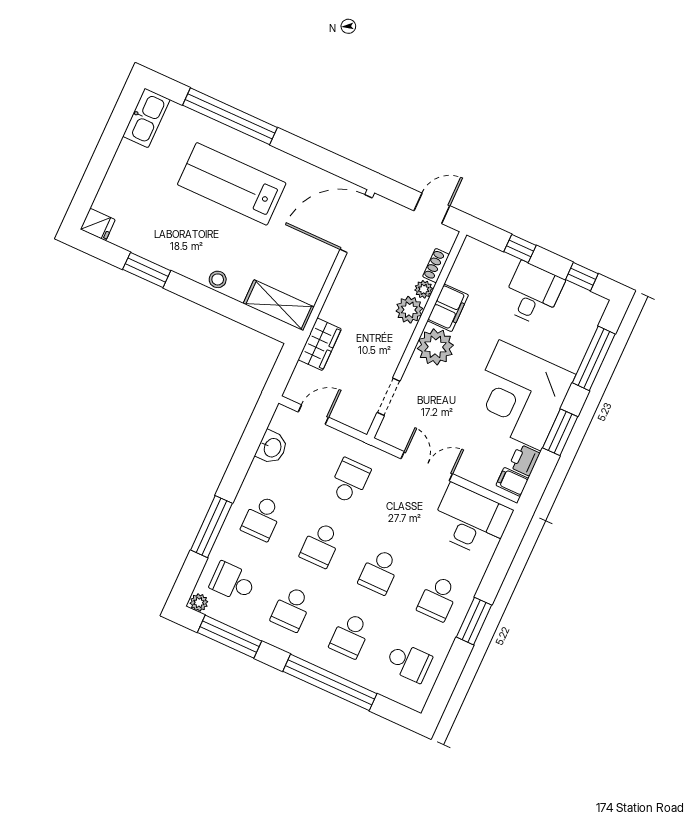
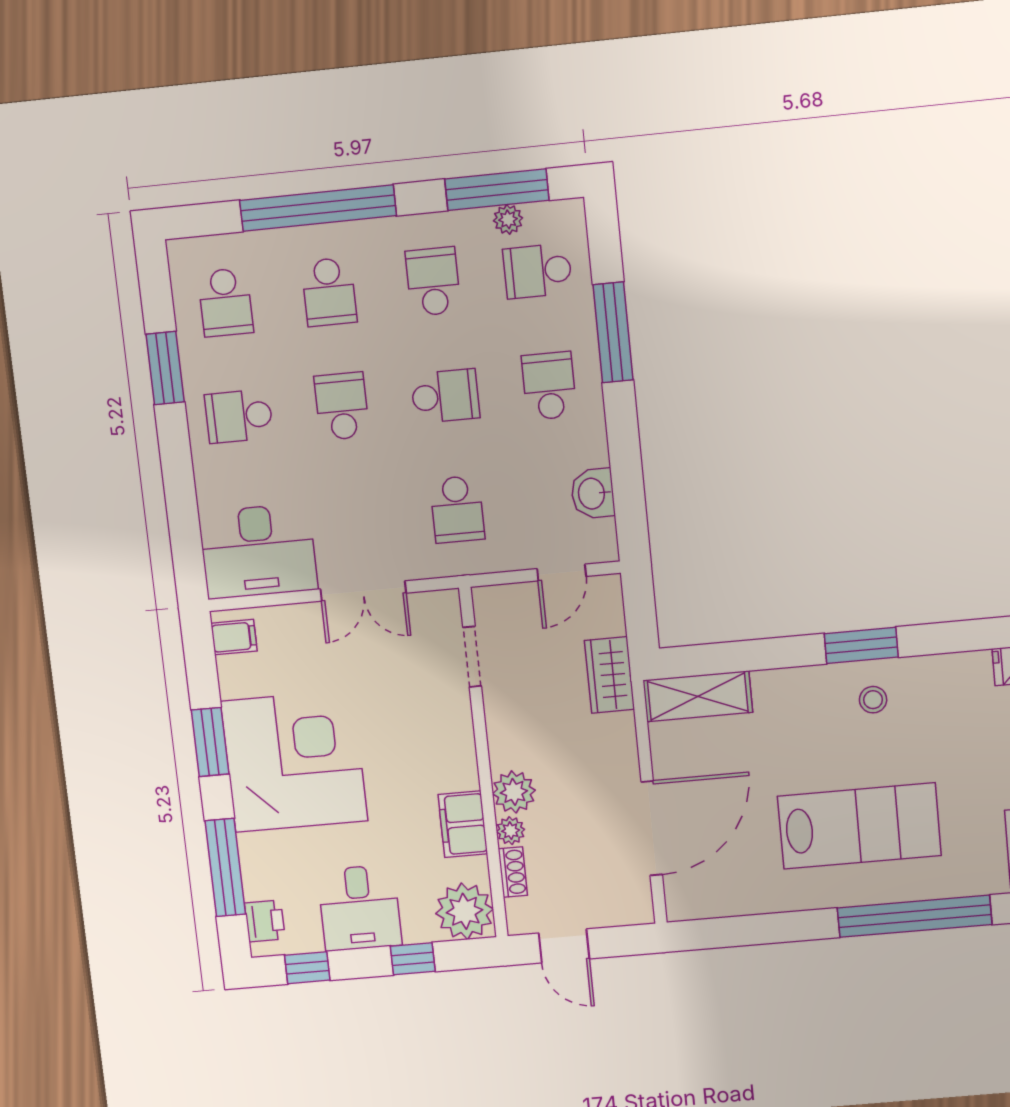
door: (432, 208) -> (564, 946), hinge flipped
door: (356, 224) -> (652, 828), moved
window: (147, 270) -> (861, 645), moved
stool: (218, 279) -> (873, 700), moved
plant: (435, 347) -> (465, 911), moved
printer: (524, 460) -> (265, 921), moved
school desk: (321, 545) -> (445, 396), turned 90
school desk: (233, 582) -> (538, 271), turned 180
school desk: (438, 598) -> (239, 416), turned -90
plant: (199, 603) -> (508, 219), moved
window: (474, 621) -> (165, 368), moved
school desk: (350, 635) -> (329, 292), turned 180
school desk: (409, 662) -> (226, 302), turned -90

